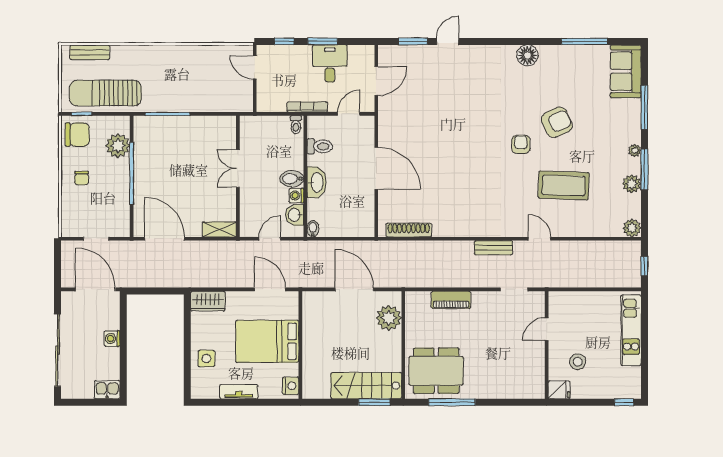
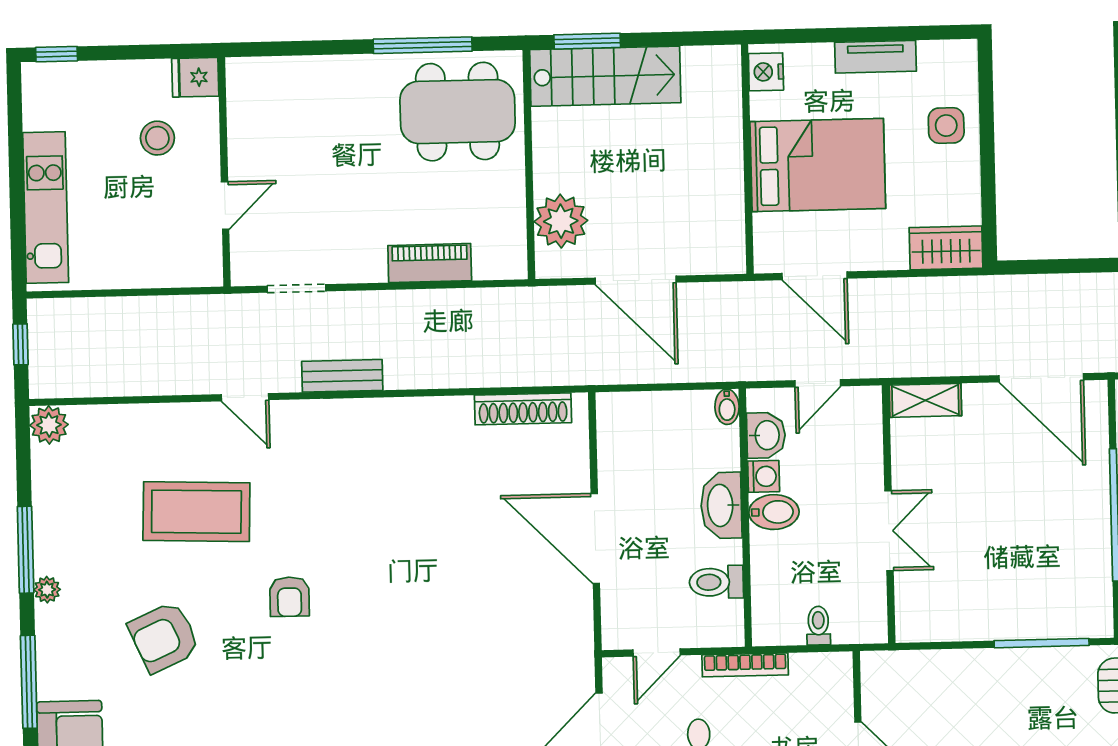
armchair: (557, 122) -> (164, 637), moved
toilet: (296, 125) -> (818, 626), moved
plant: (632, 184) -> (52, 519), removed

